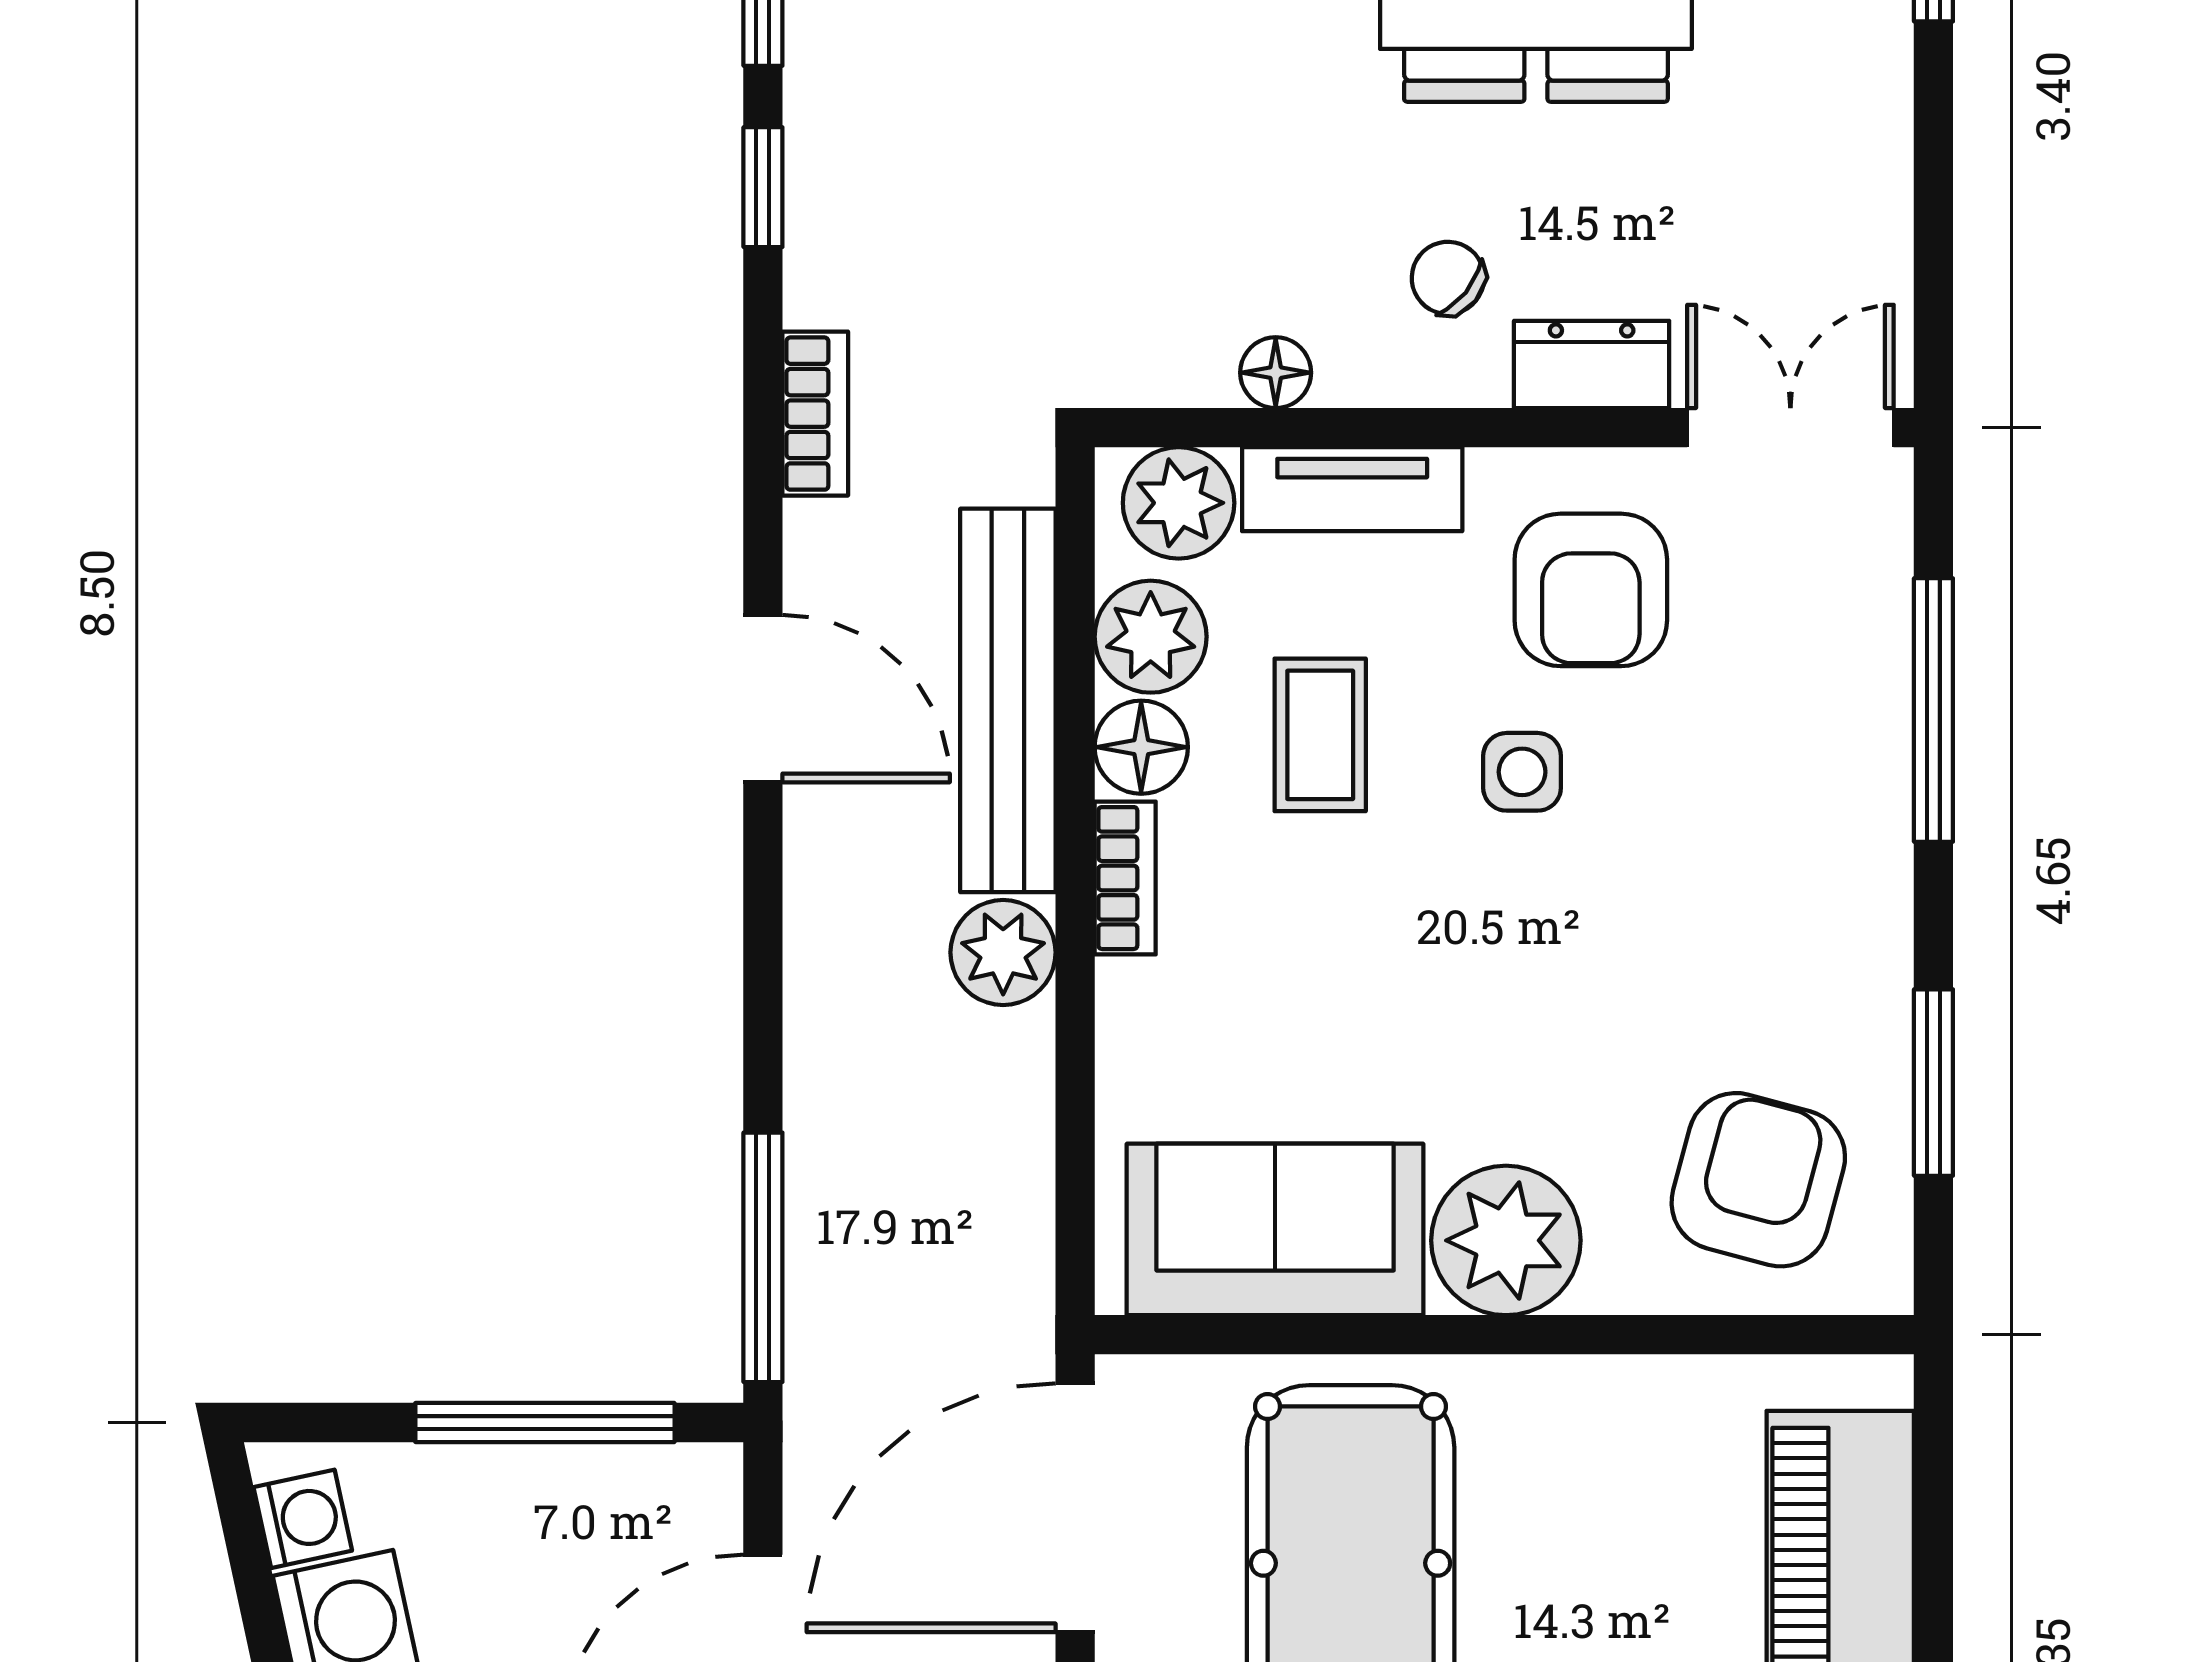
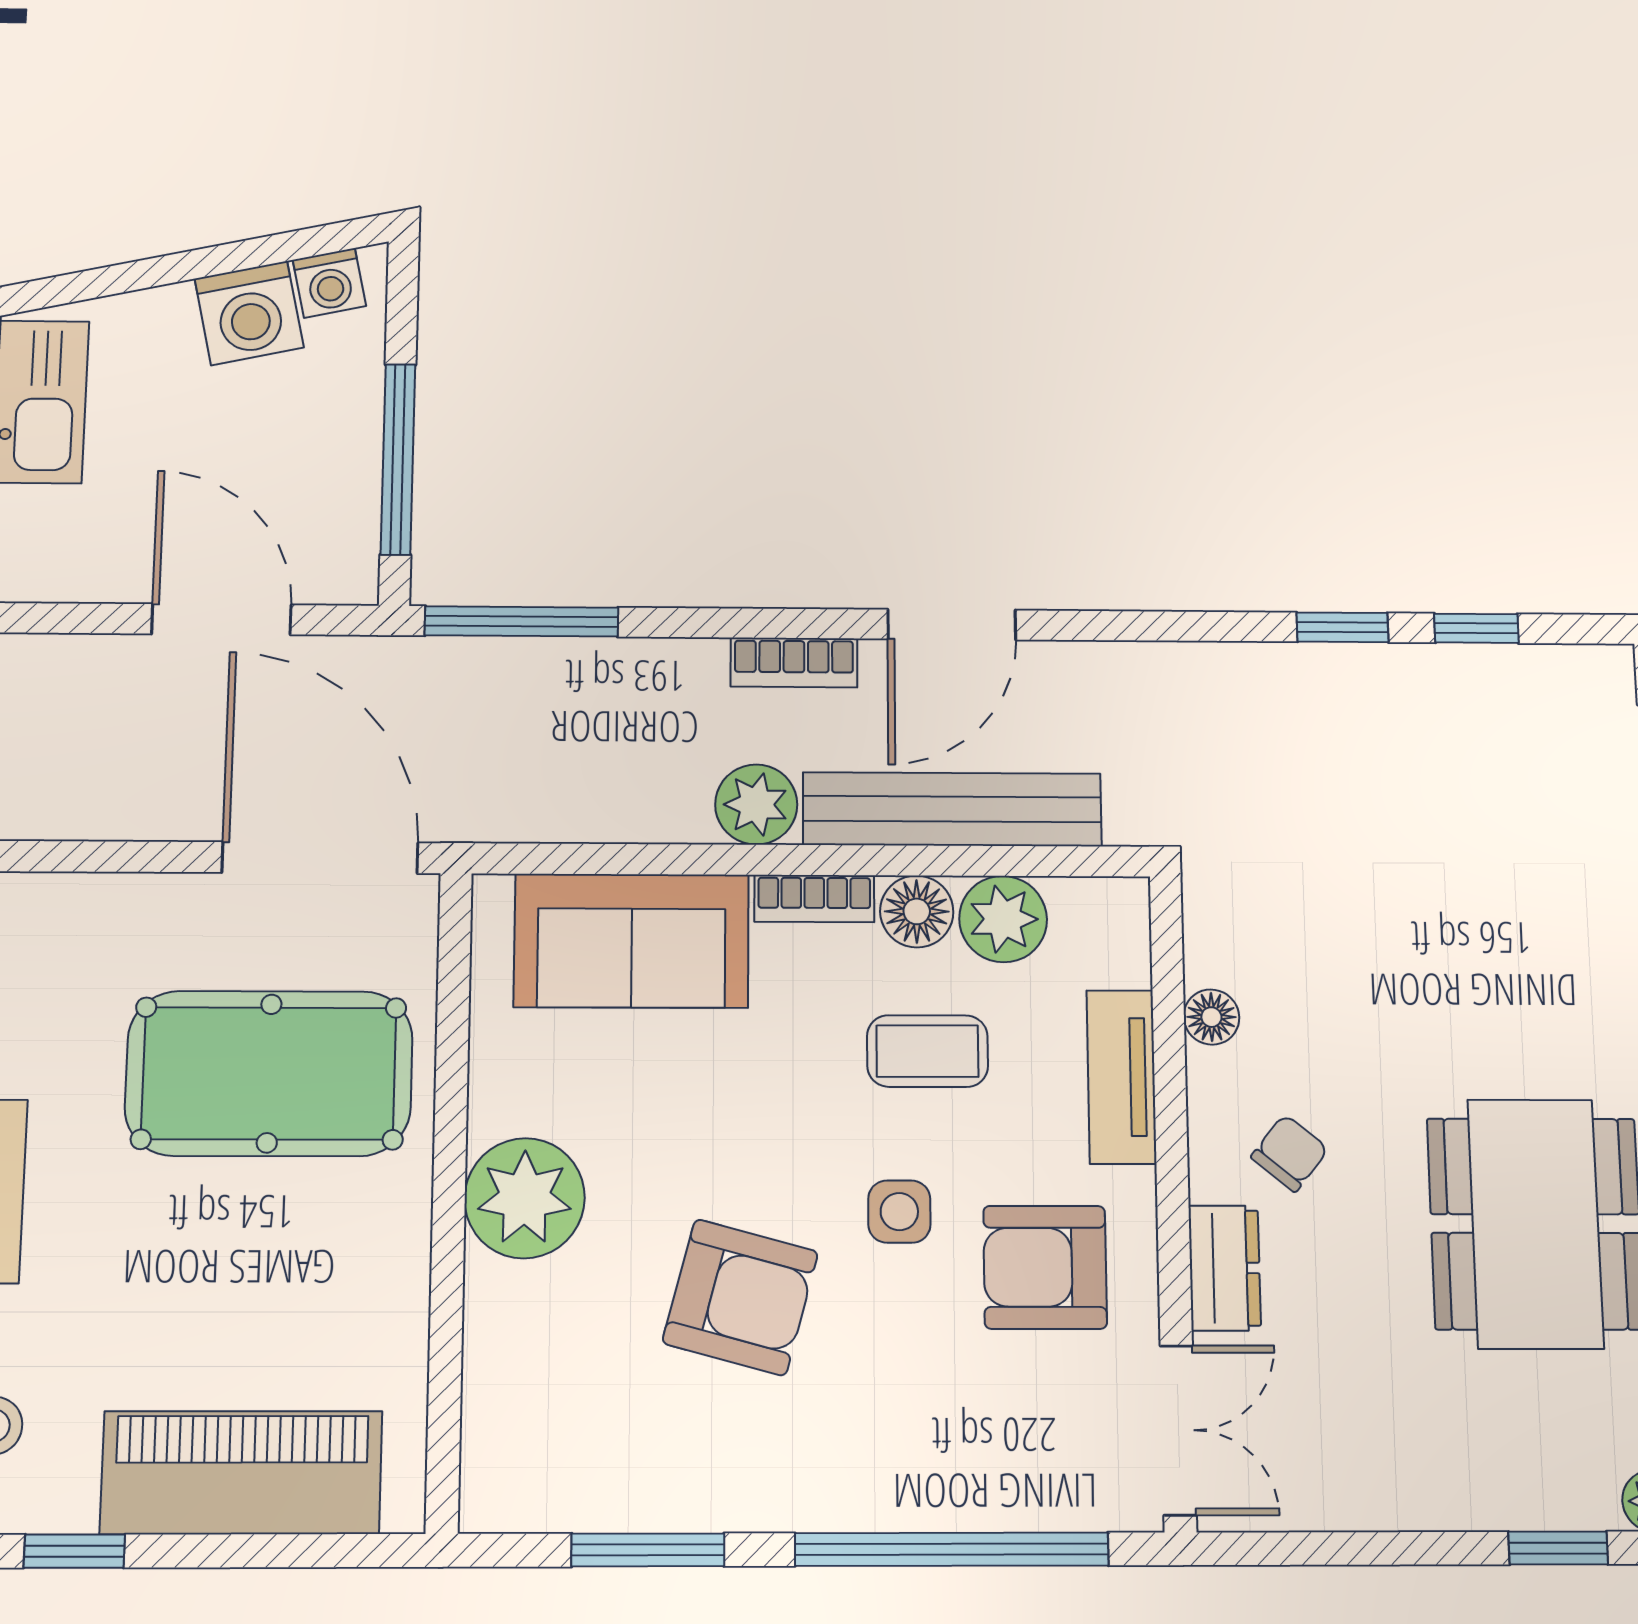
bookcase: (815, 414) -> (794, 663), moved
plant: (1179, 503) -> (1108, 941), removed
window: (1933, 710) -> (952, 1549), width x1.46
armchair: (1758, 1180) -> (740, 1297), moved
sofa: (1275, 1229) -> (631, 941), moved, turned 90

